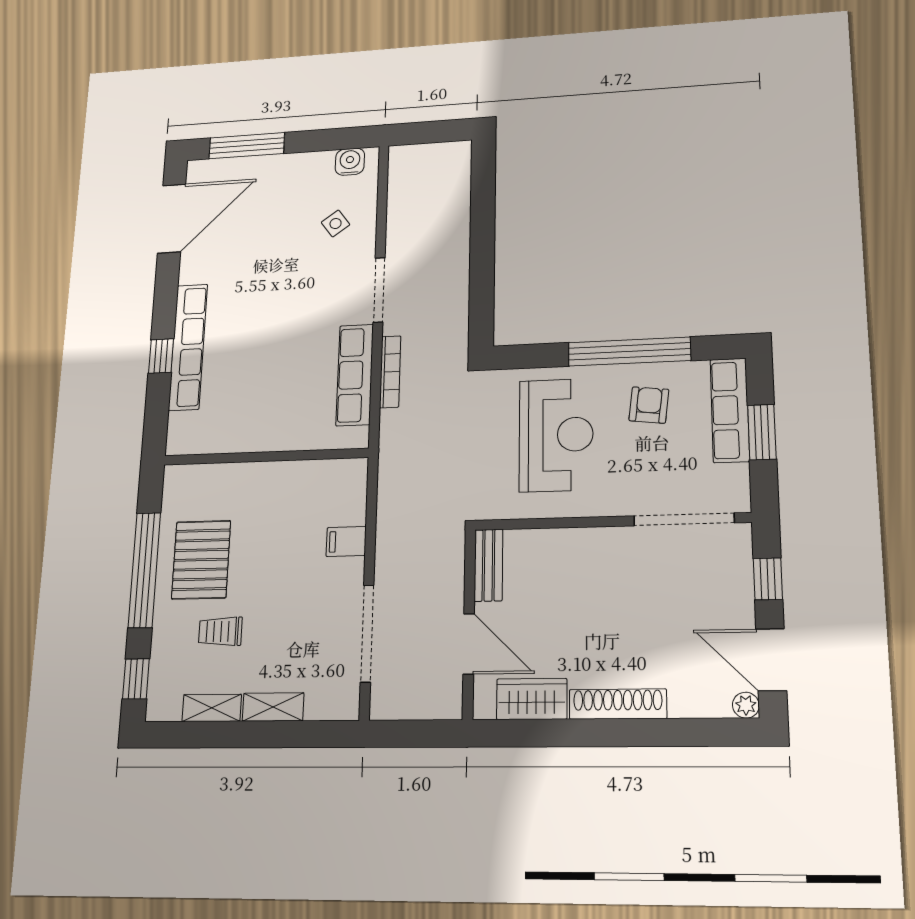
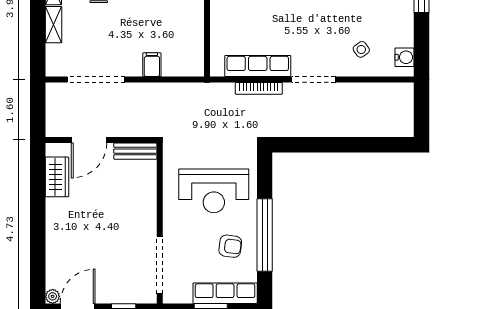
shoe rack: (618, 704) -> (54, 226), removed

